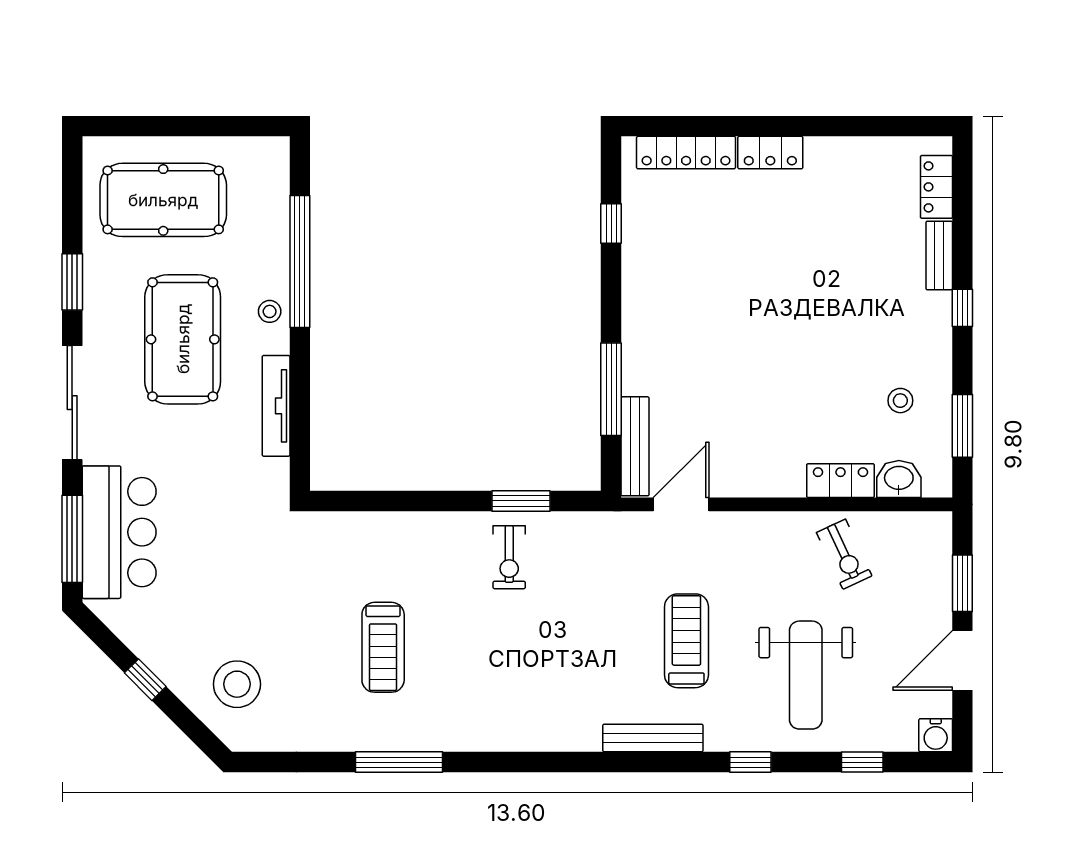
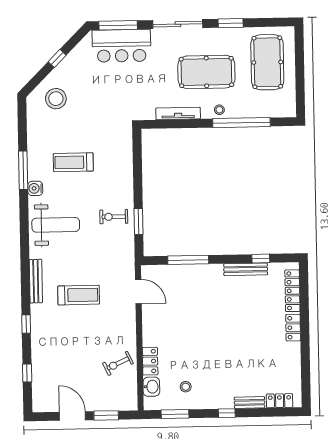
bench: (635, 446) -> (246, 269), moved
weight bench: (806, 675) -> (56, 225), moved, turned 180
water cooler: (936, 735) -> (35, 188), moved

